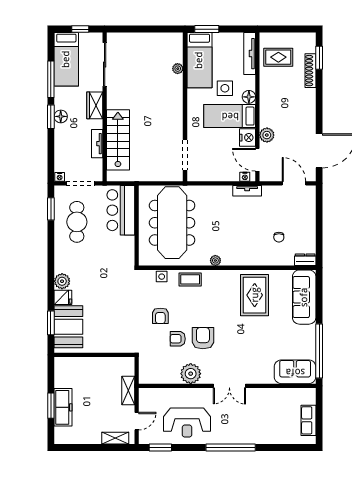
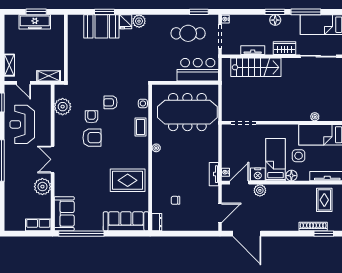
wall: (94, 355) -> (66, 48), moved
plant: (191, 374) -> (63, 107), moved
plant: (262, 398) -> (42, 187), added
row of seats: (308, 420) -> (38, 225), moved

